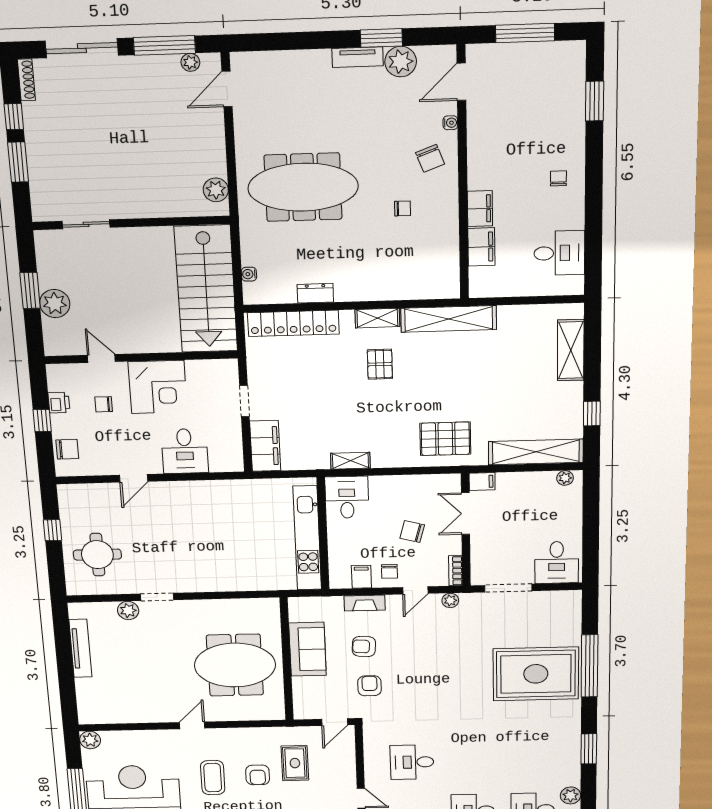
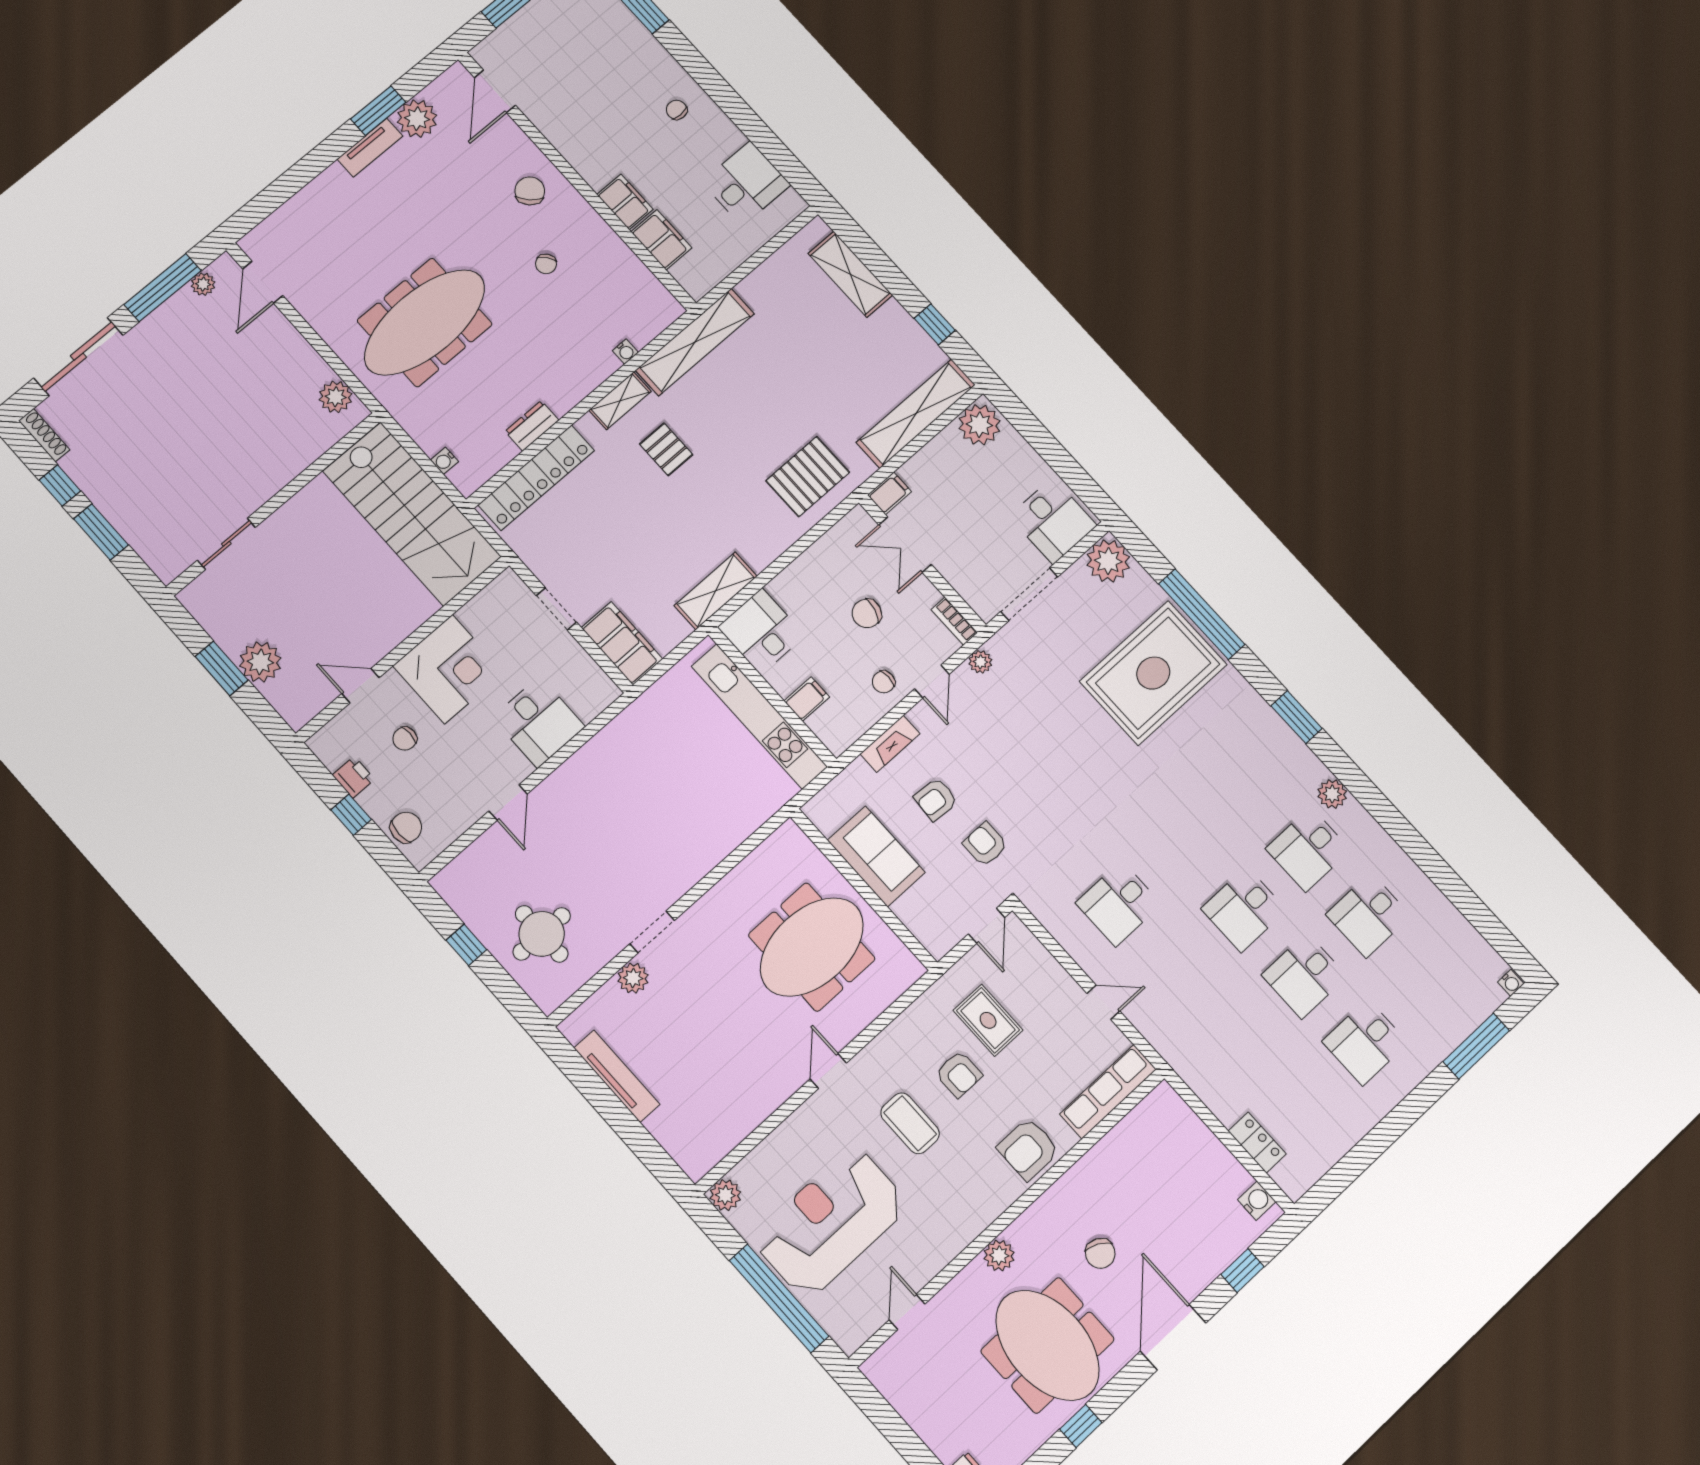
water cooler: (450, 123) -> (625, 351), moved, turned 90
chair: (430, 158) -> (530, 191), turned -115
chair: (402, 208) -> (546, 264), turned 142
shelving: (350, 461) -> (716, 591), width x1.50, depth x1.33
plant: (565, 478) -> (979, 425), width x1.88, depth x1.88
chair: (389, 571) -> (884, 682), turned 90
filing cabinet: (361, 577) -> (807, 699), moved, turned 90
plant: (566, 604) -> (1108, 561), added

